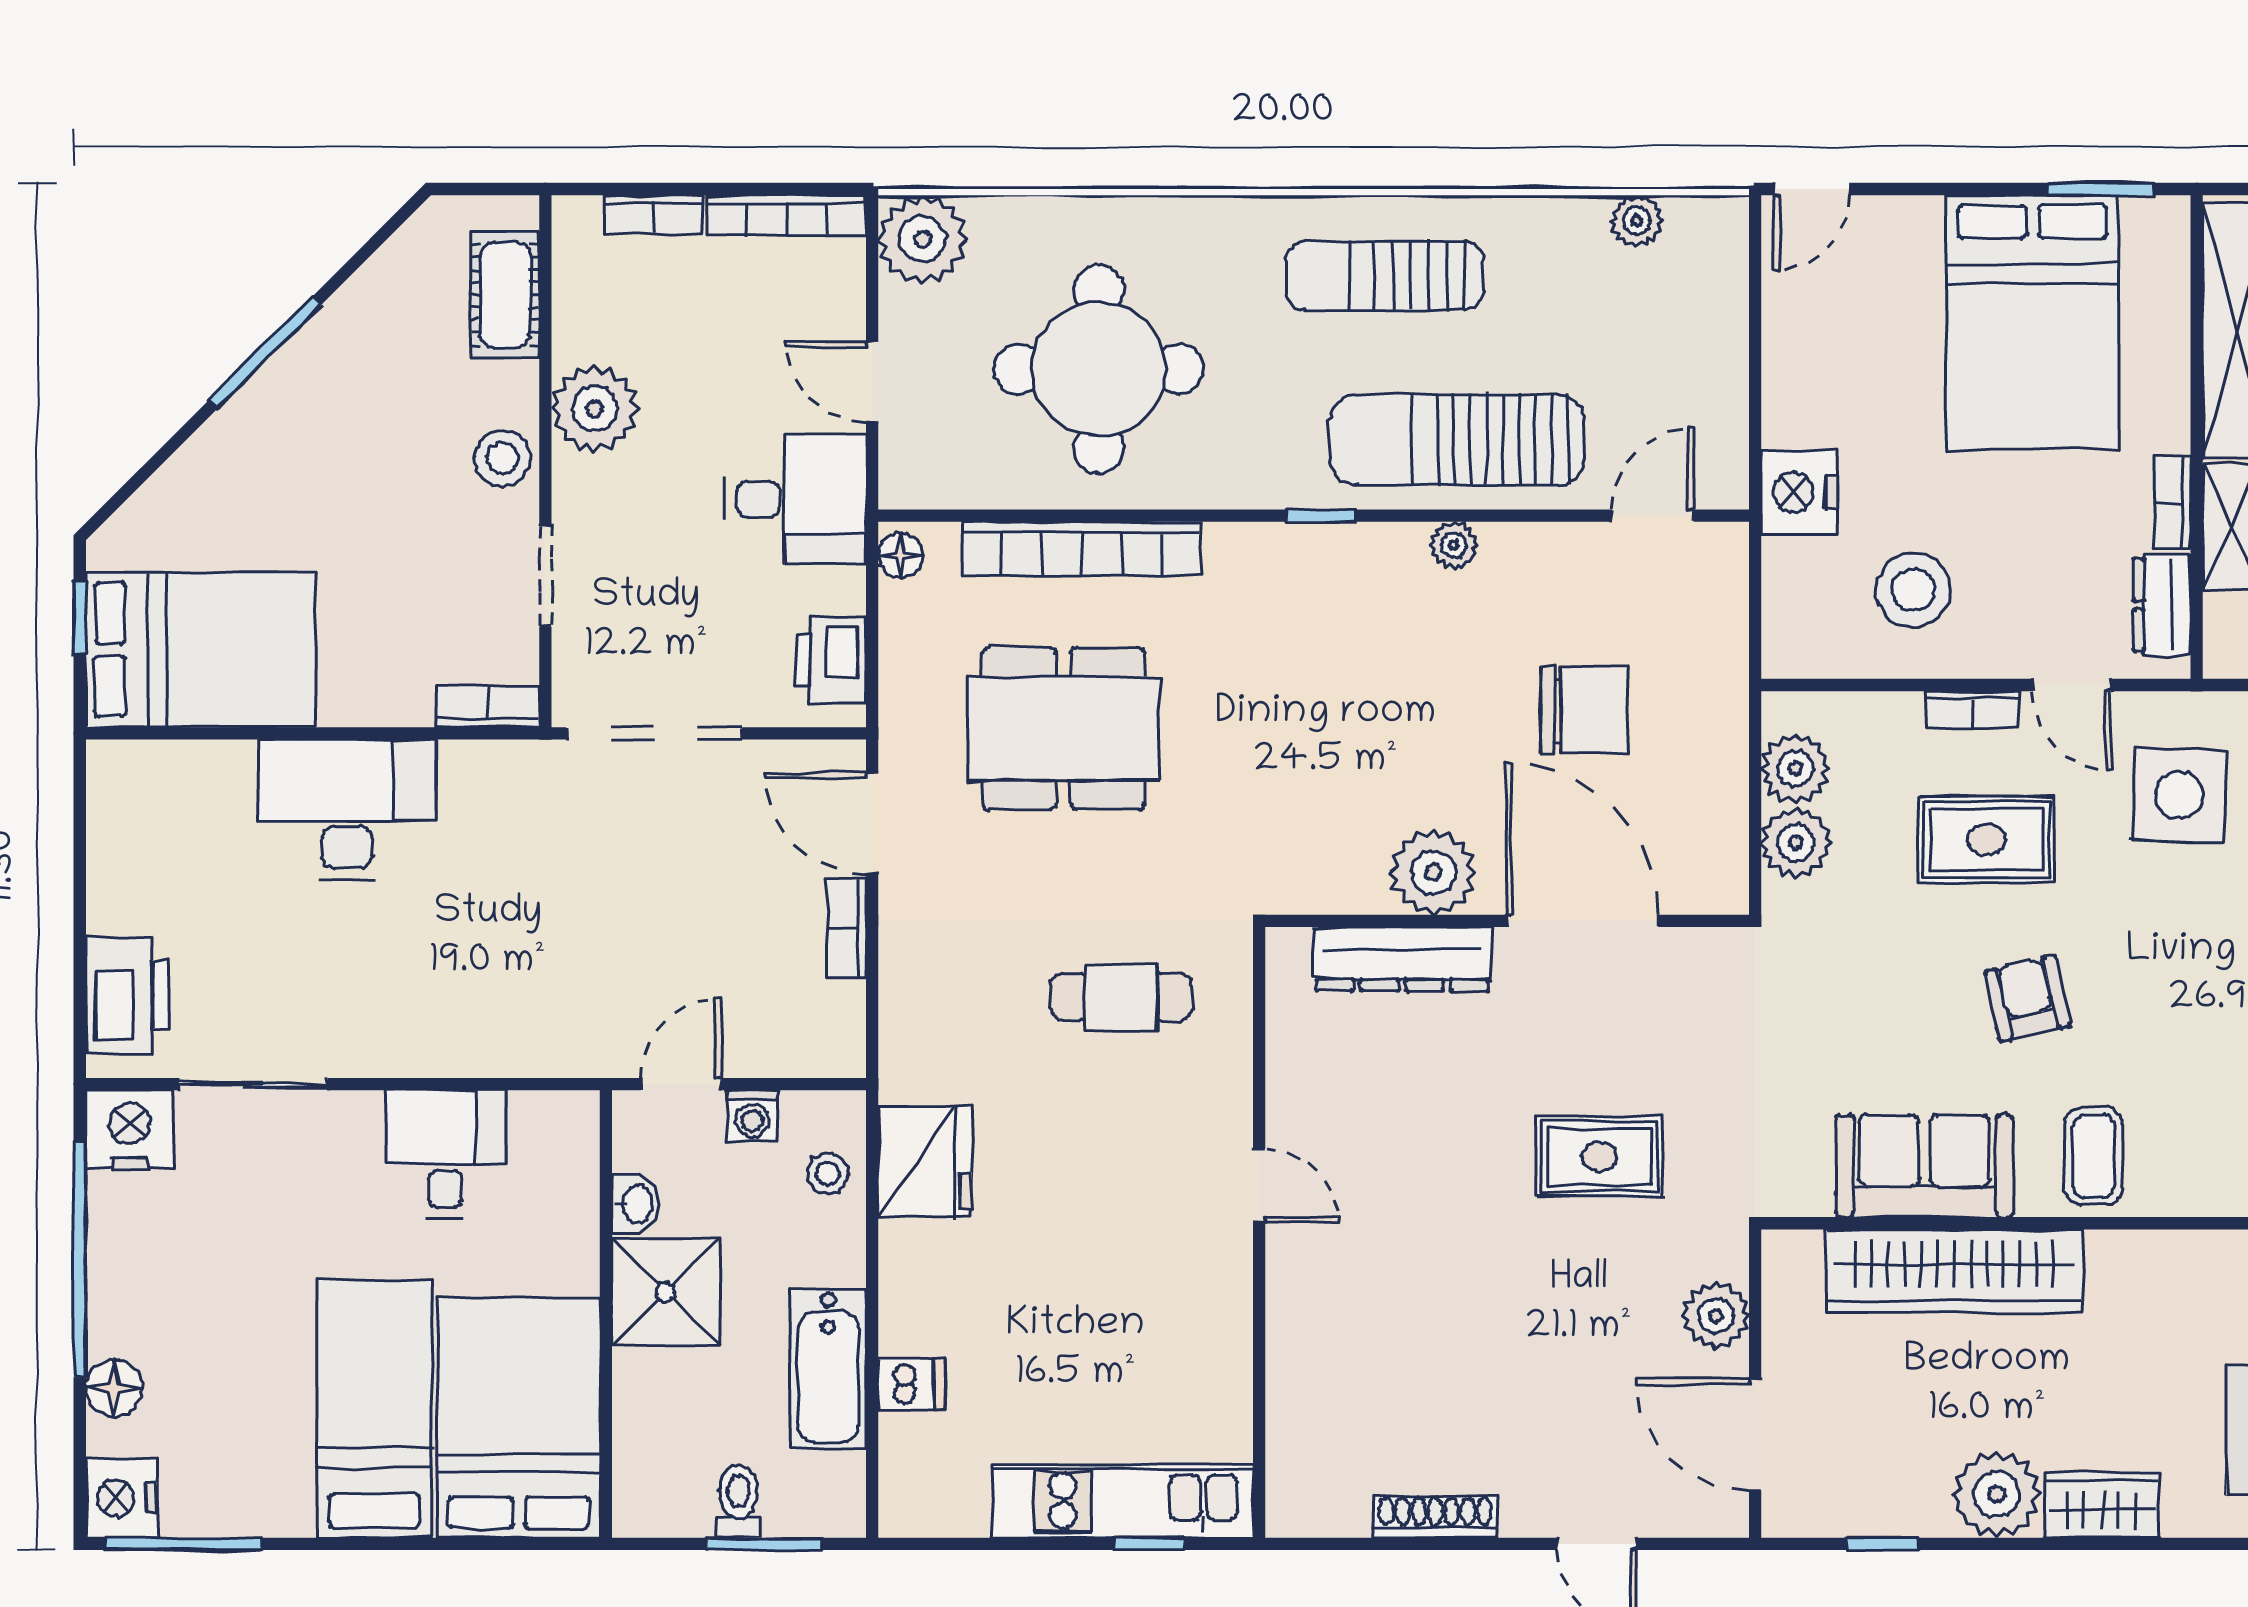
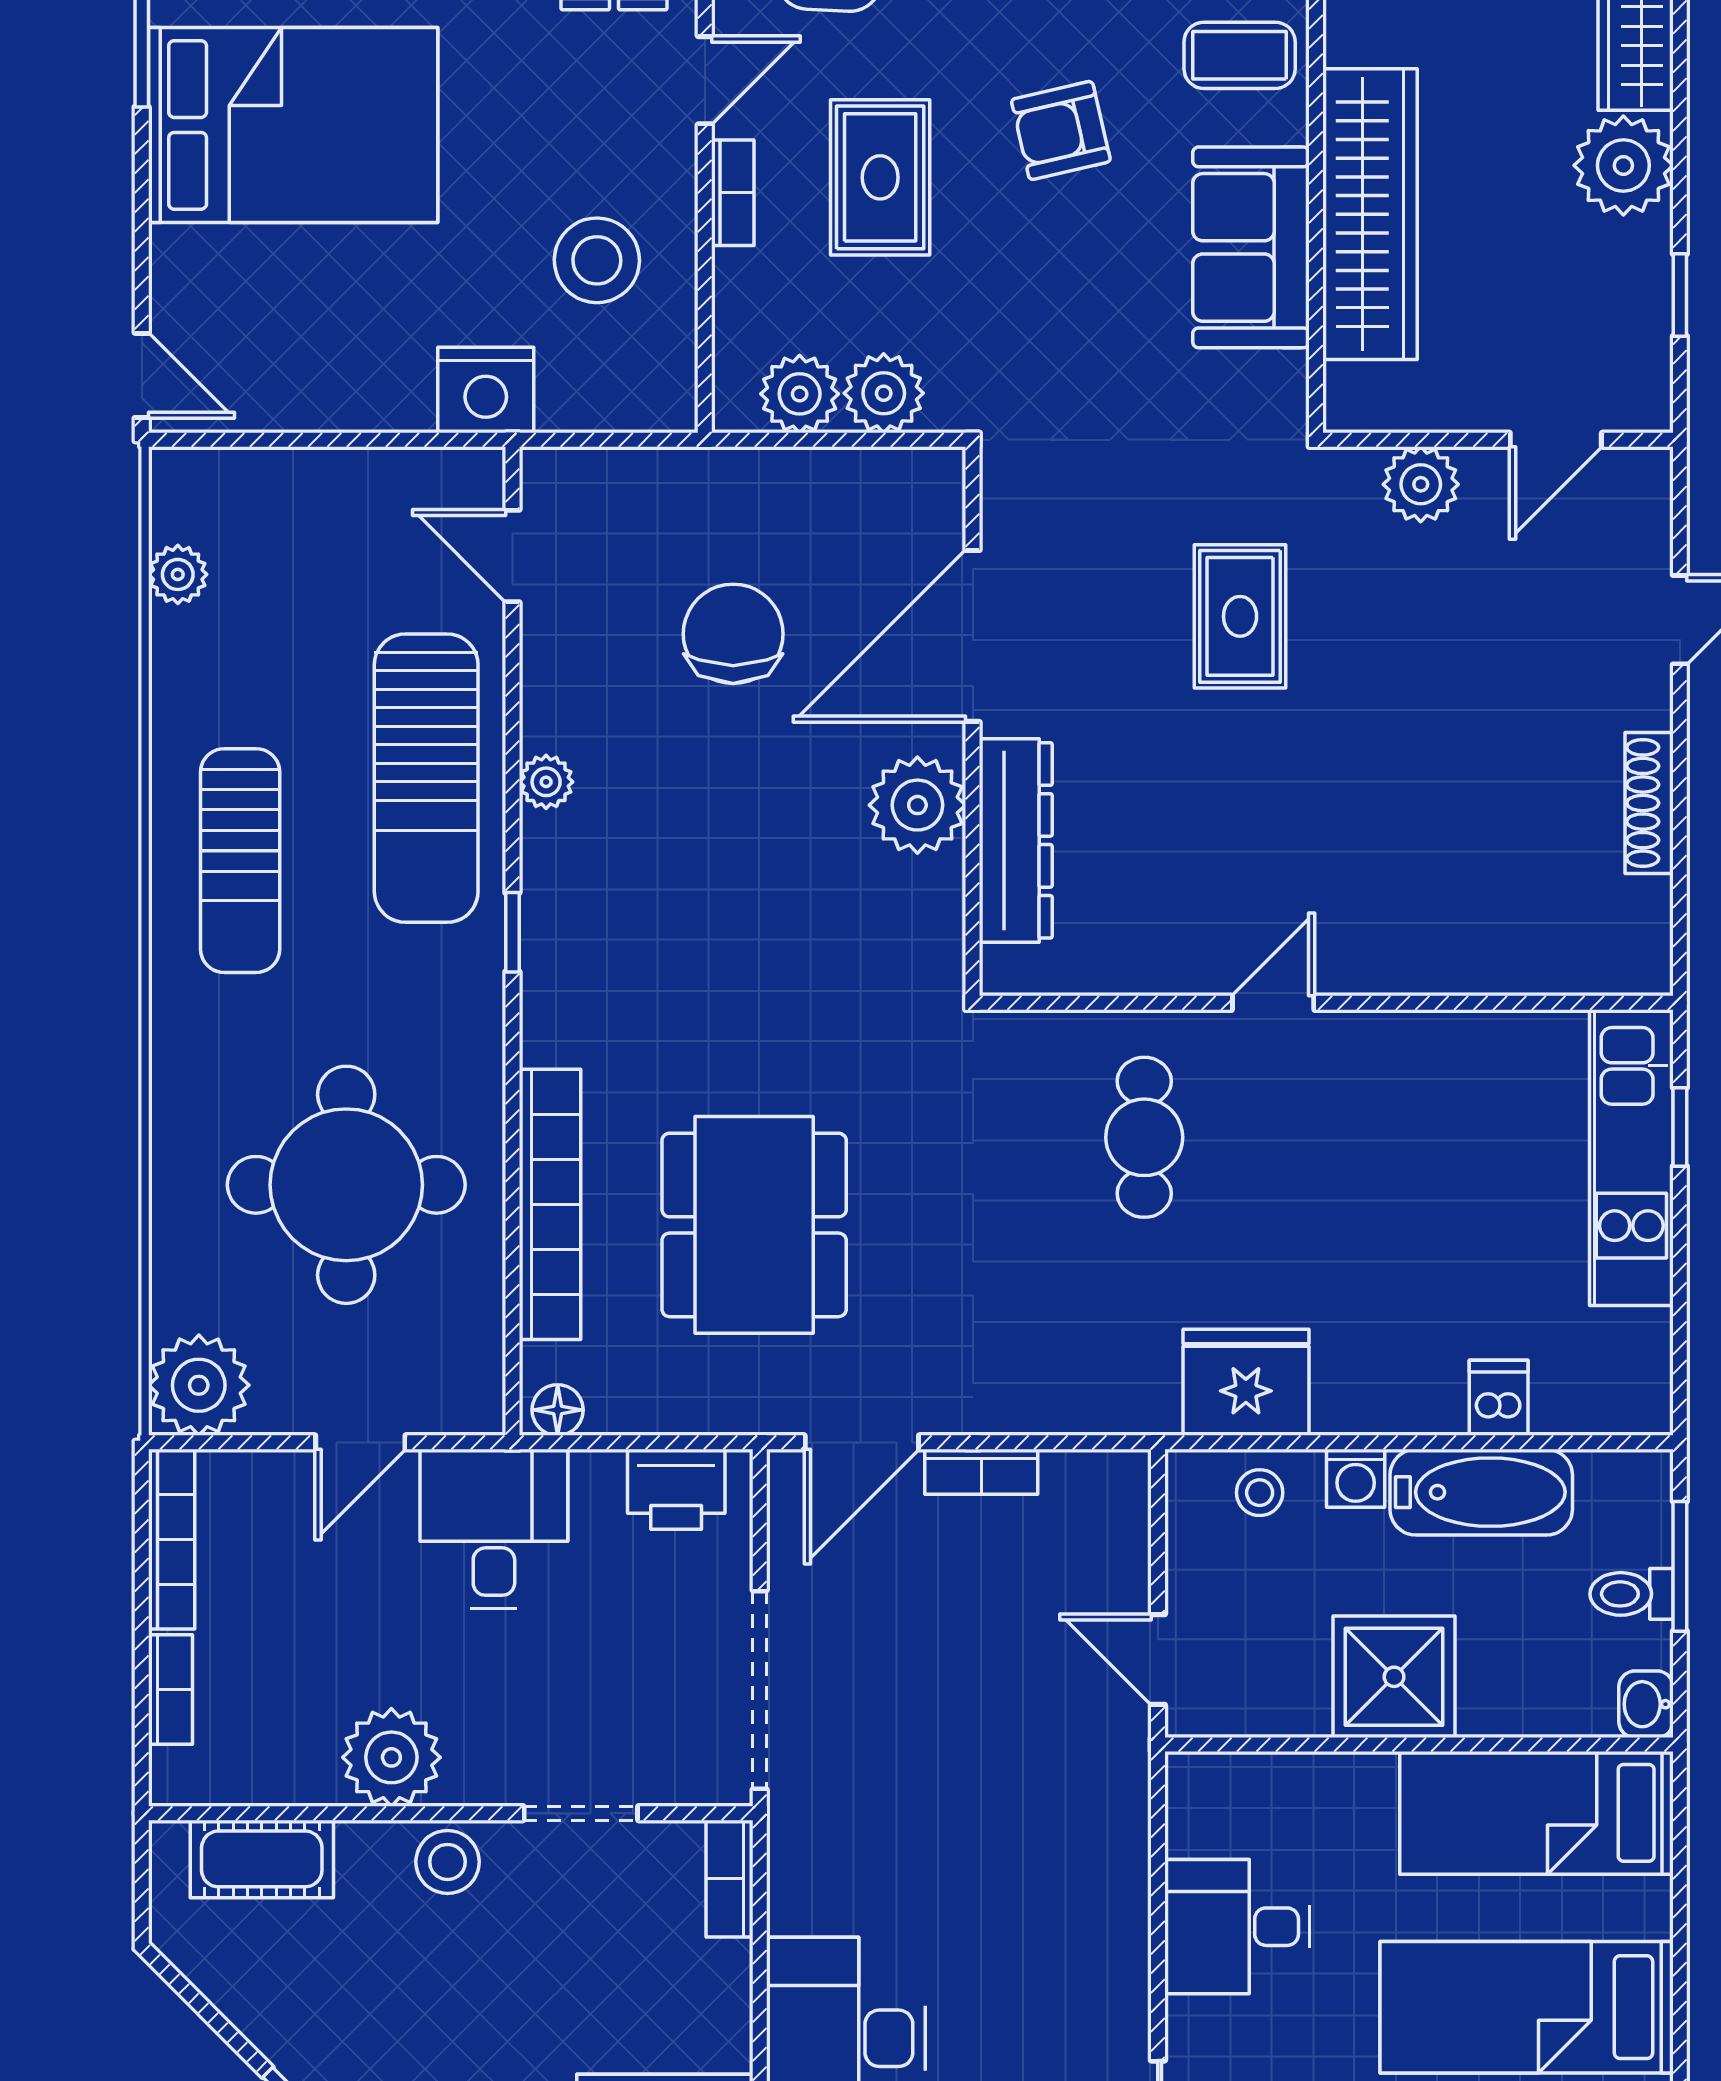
cafe table: (1121, 997) -> (1144, 1137), moved
washing machine: (752, 1116) -> (1356, 1478), moved, turned 90
washbasin: (636, 1204) -> (1646, 1704), moved, turned -90
bed: (519, 1417) -> (1536, 1813), width x0.67
door: (1755, 1435) -> (1556, 440), width x0.73

